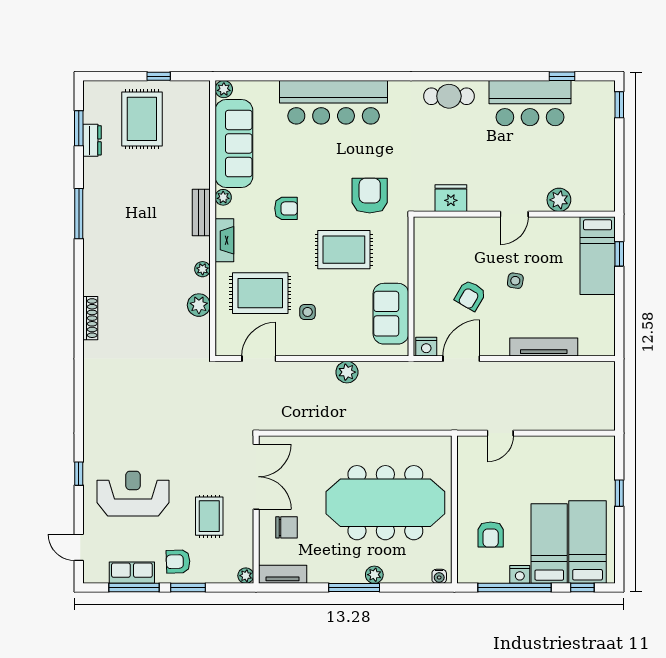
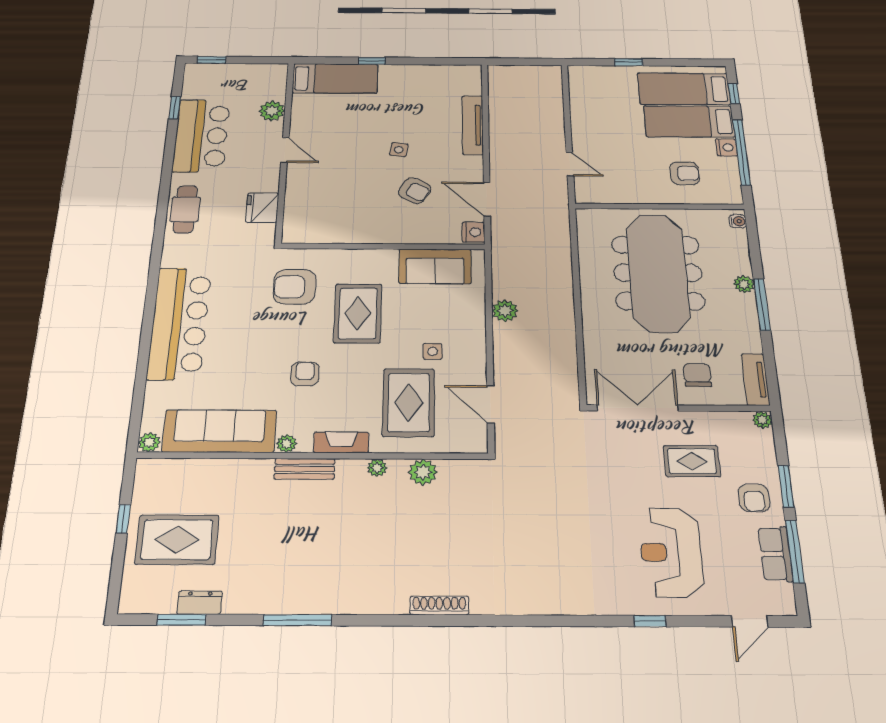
fridge: (451, 198) -> (262, 208), moved
plant: (559, 200) -> (272, 111), moved
door: (514, 214) -> (285, 150), moved
wall: (514, 214) -> (285, 150), moved
bed: (598, 256) -> (335, 78), moved

